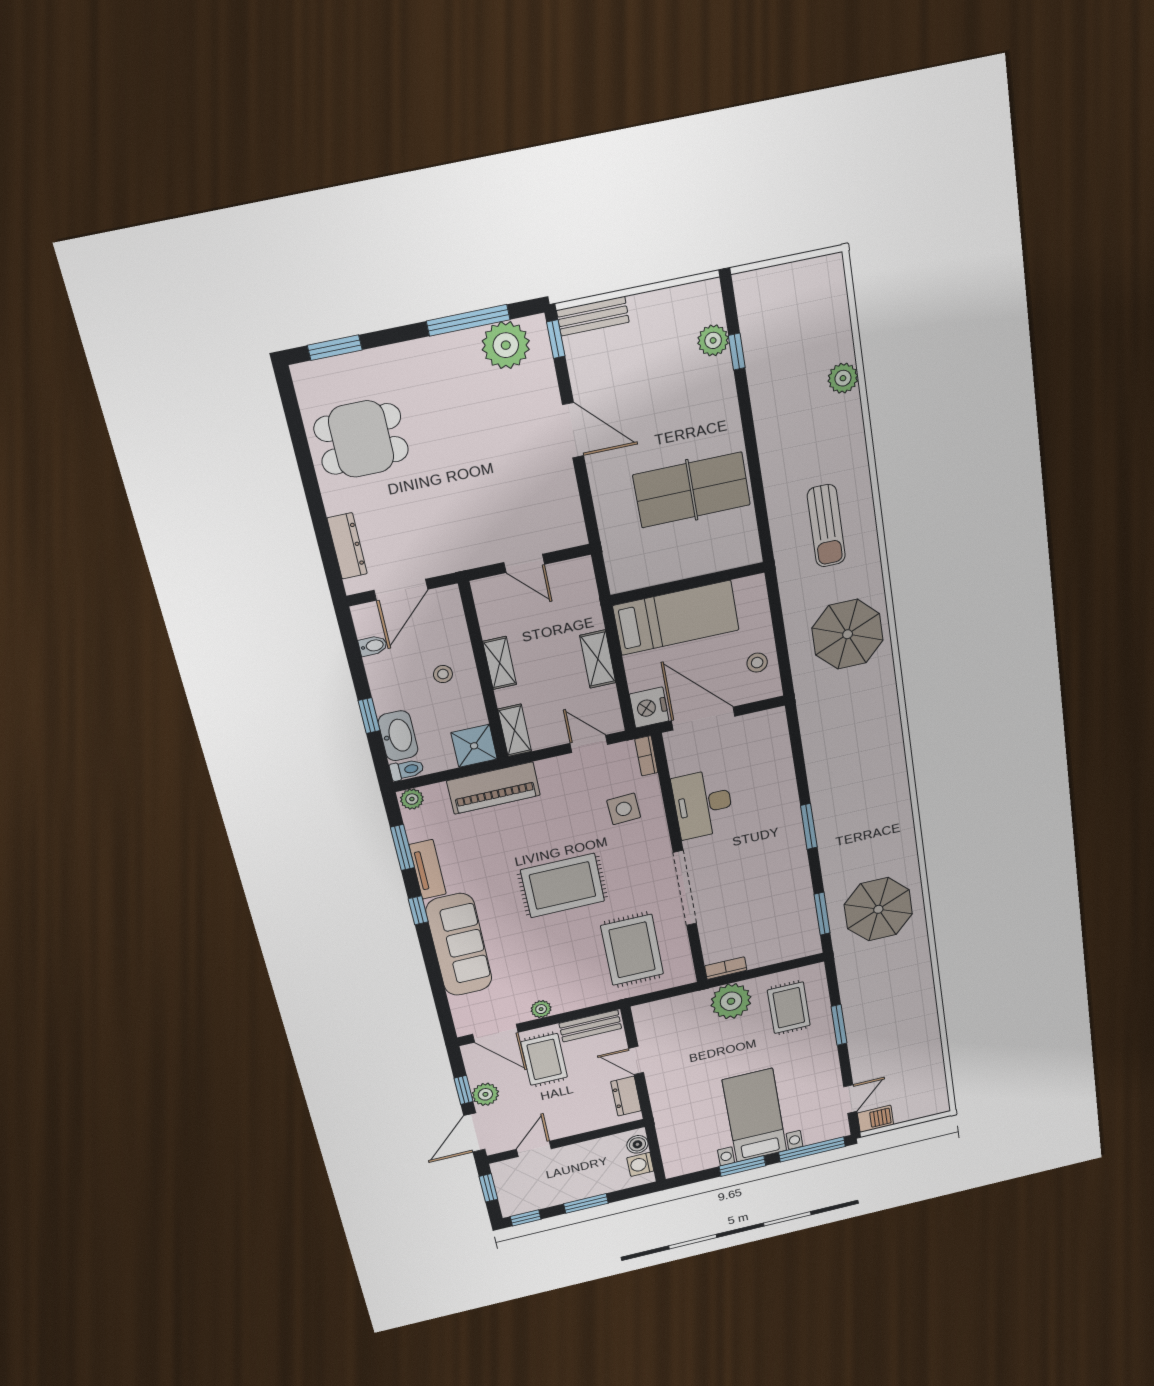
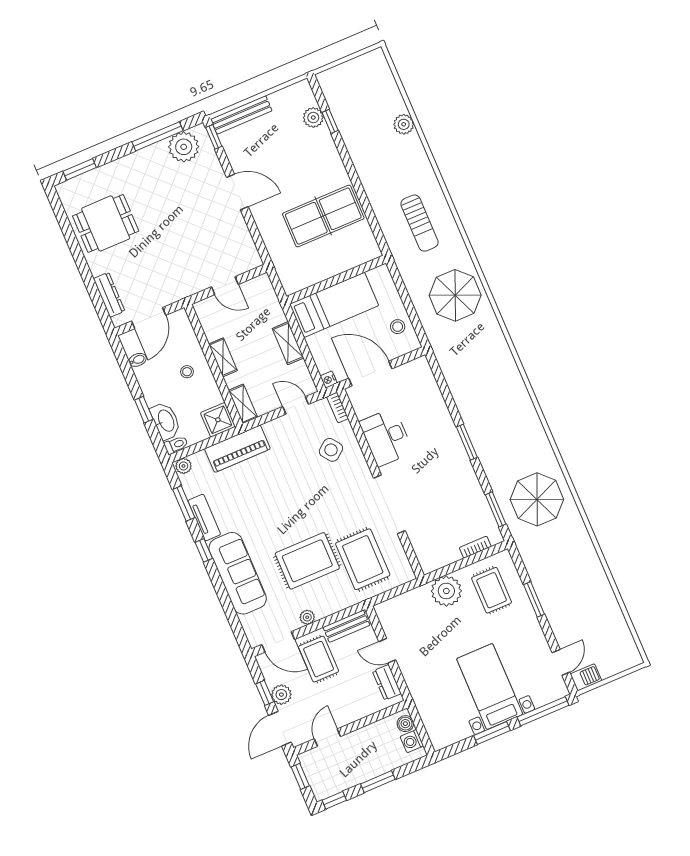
bench: (593, 316) -> (241, 115), width x1.36
nightstand: (649, 708) -> (329, 380), width x0.53, depth x0.56
side table: (624, 809) -> (331, 450), turned -35
rug: (563, 886) -> (307, 561), moved
bookcase: (726, 968) -> (475, 547), moved

